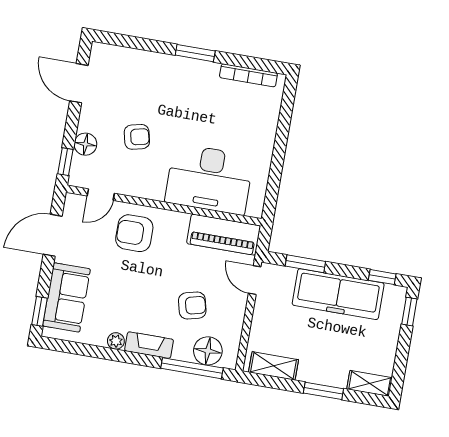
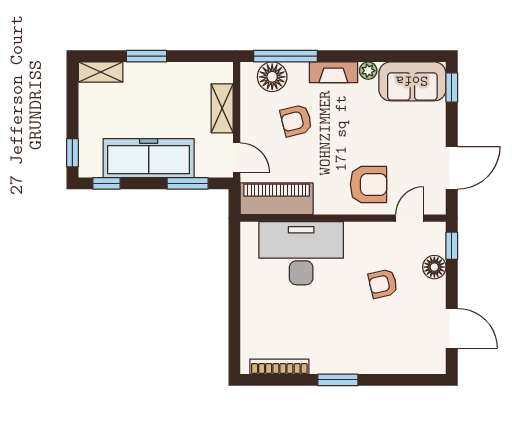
sofa: (67, 297) -> (412, 81), moved, turned -90
shelving: (274, 366) -> (222, 108), moved, turned 90

